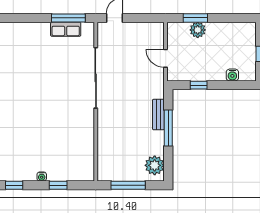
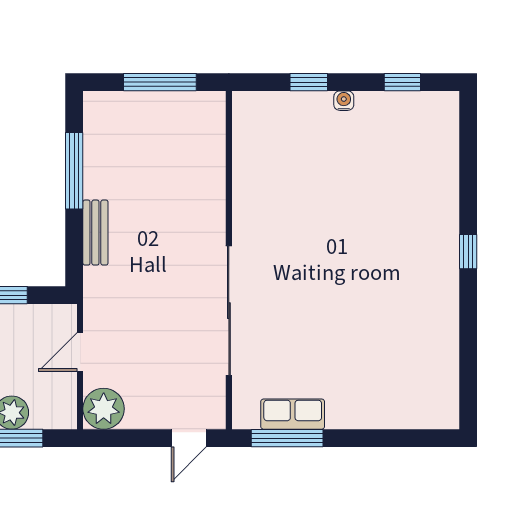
door: (166, 58) -> (80, 352), swing flipped
window: (168, 128) -> (74, 171), moved
plant: (155, 165) -> (104, 409), moved

